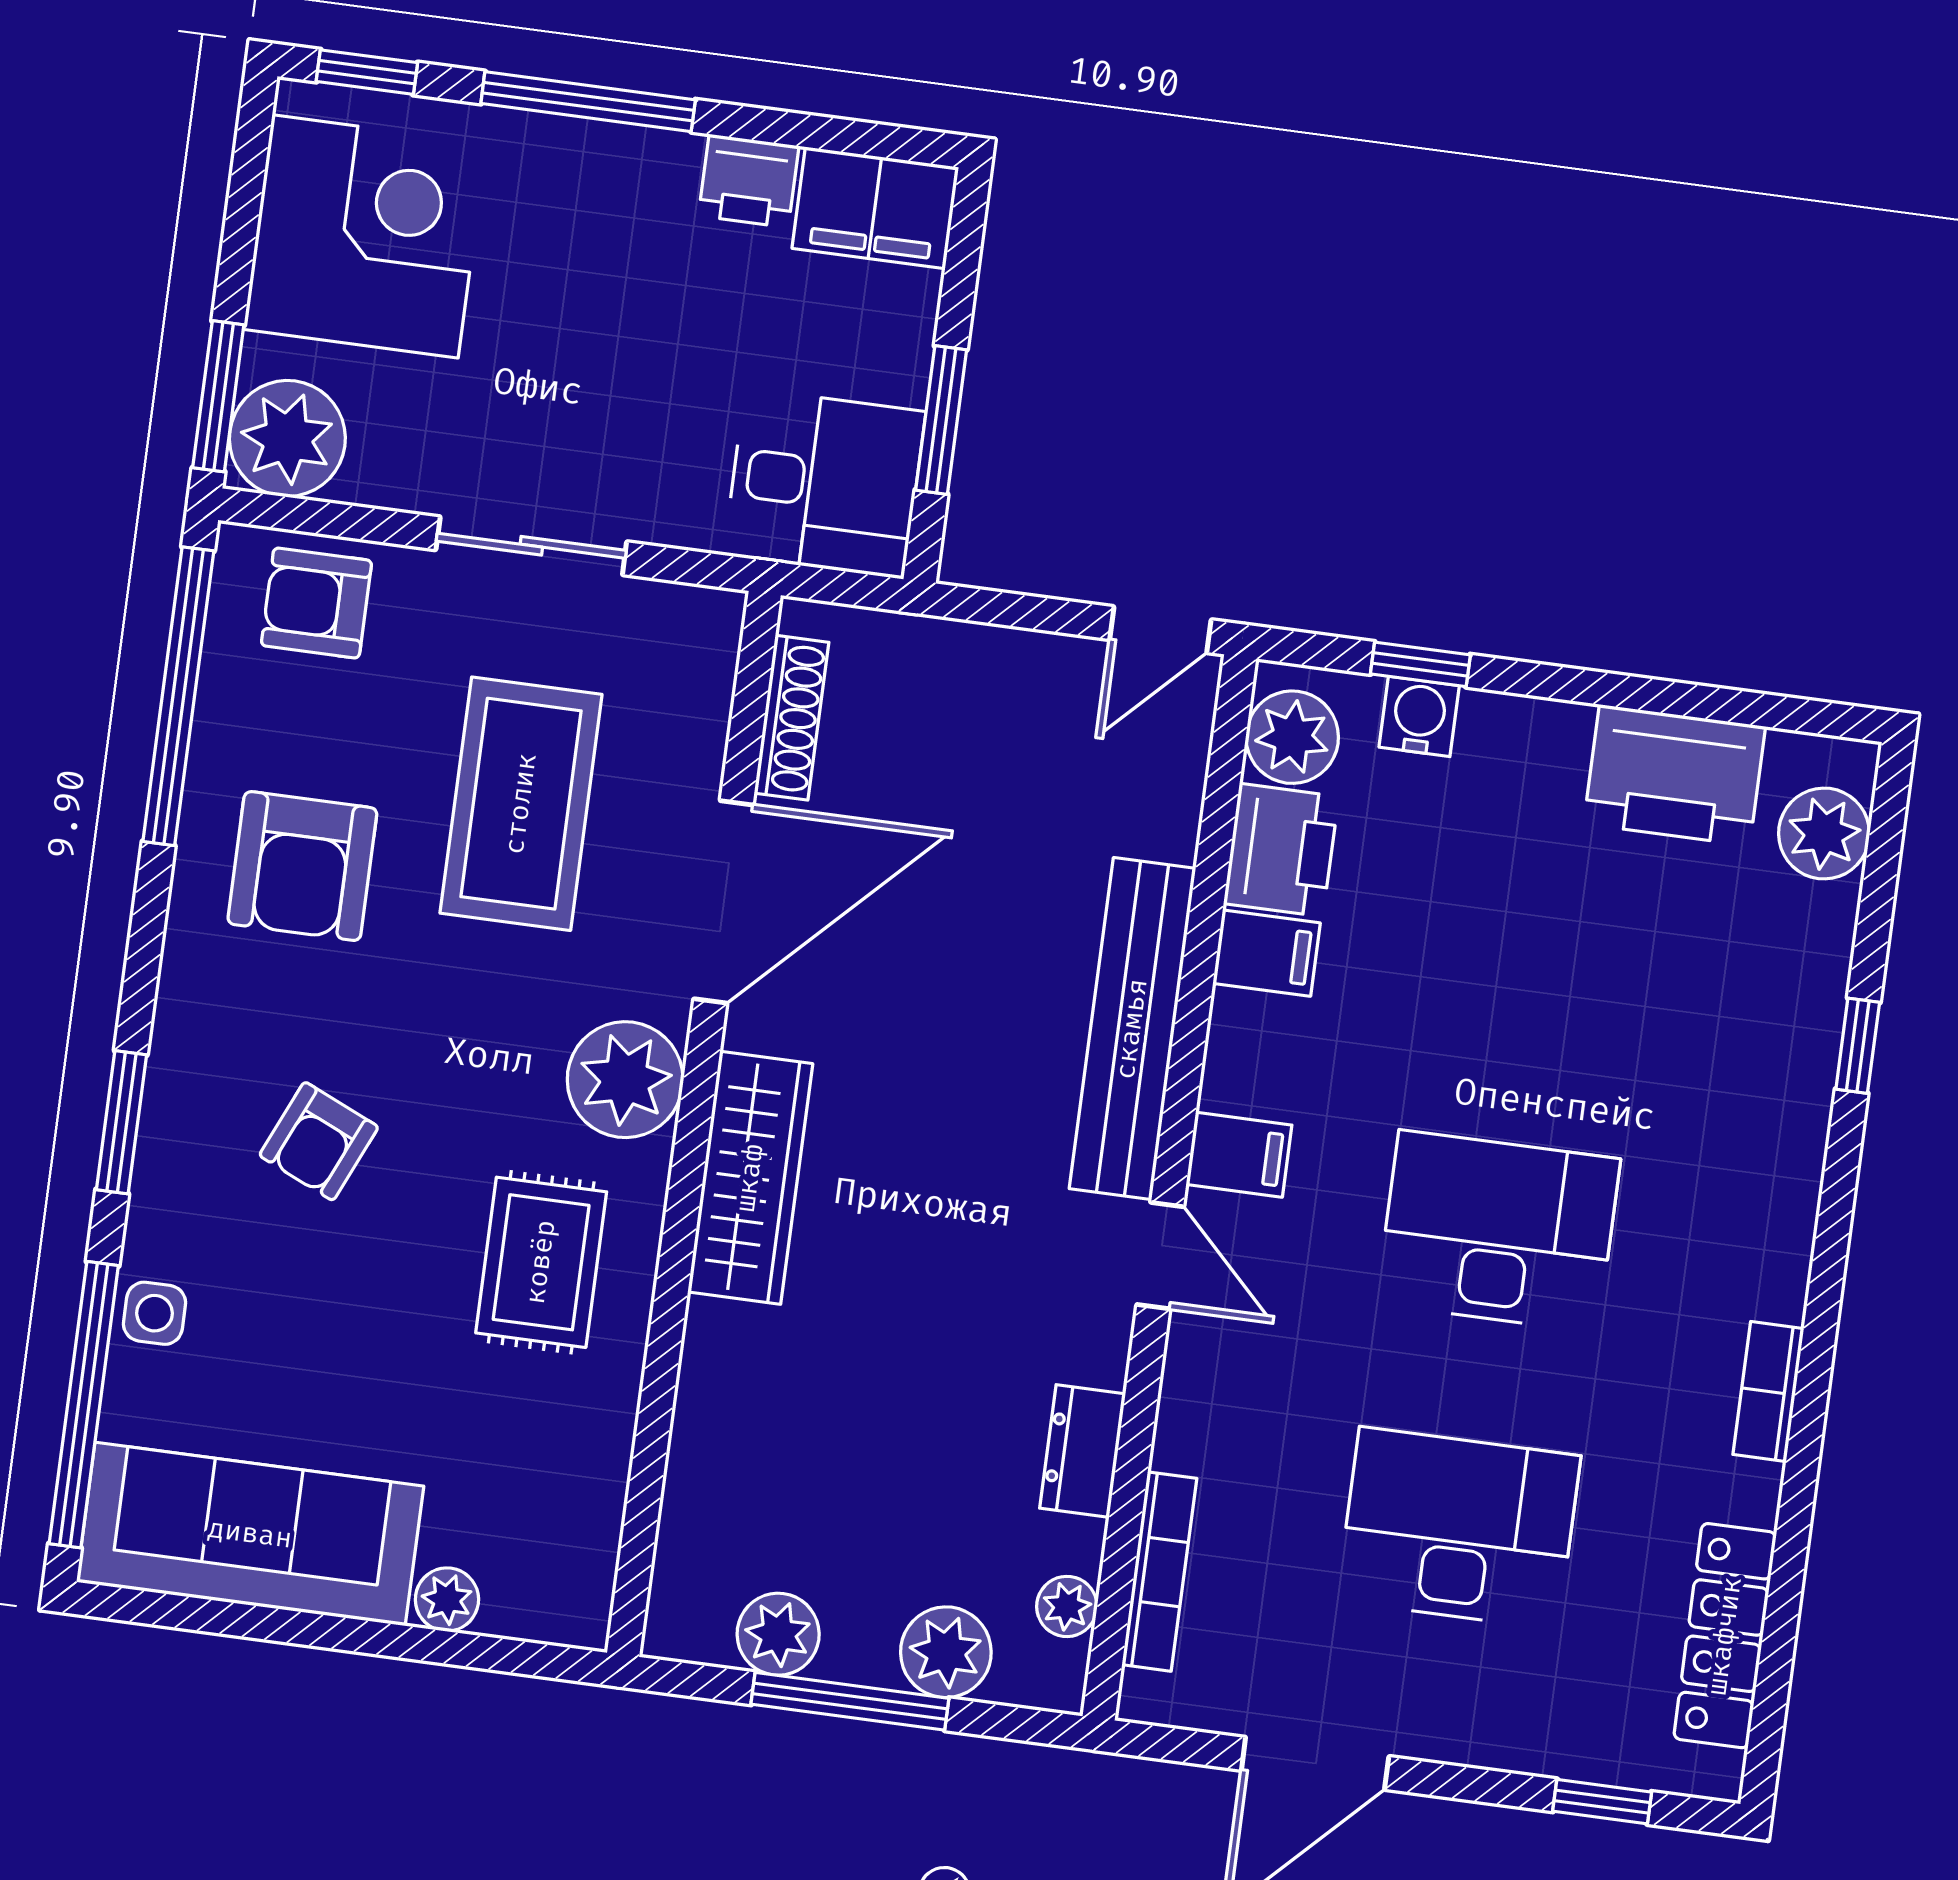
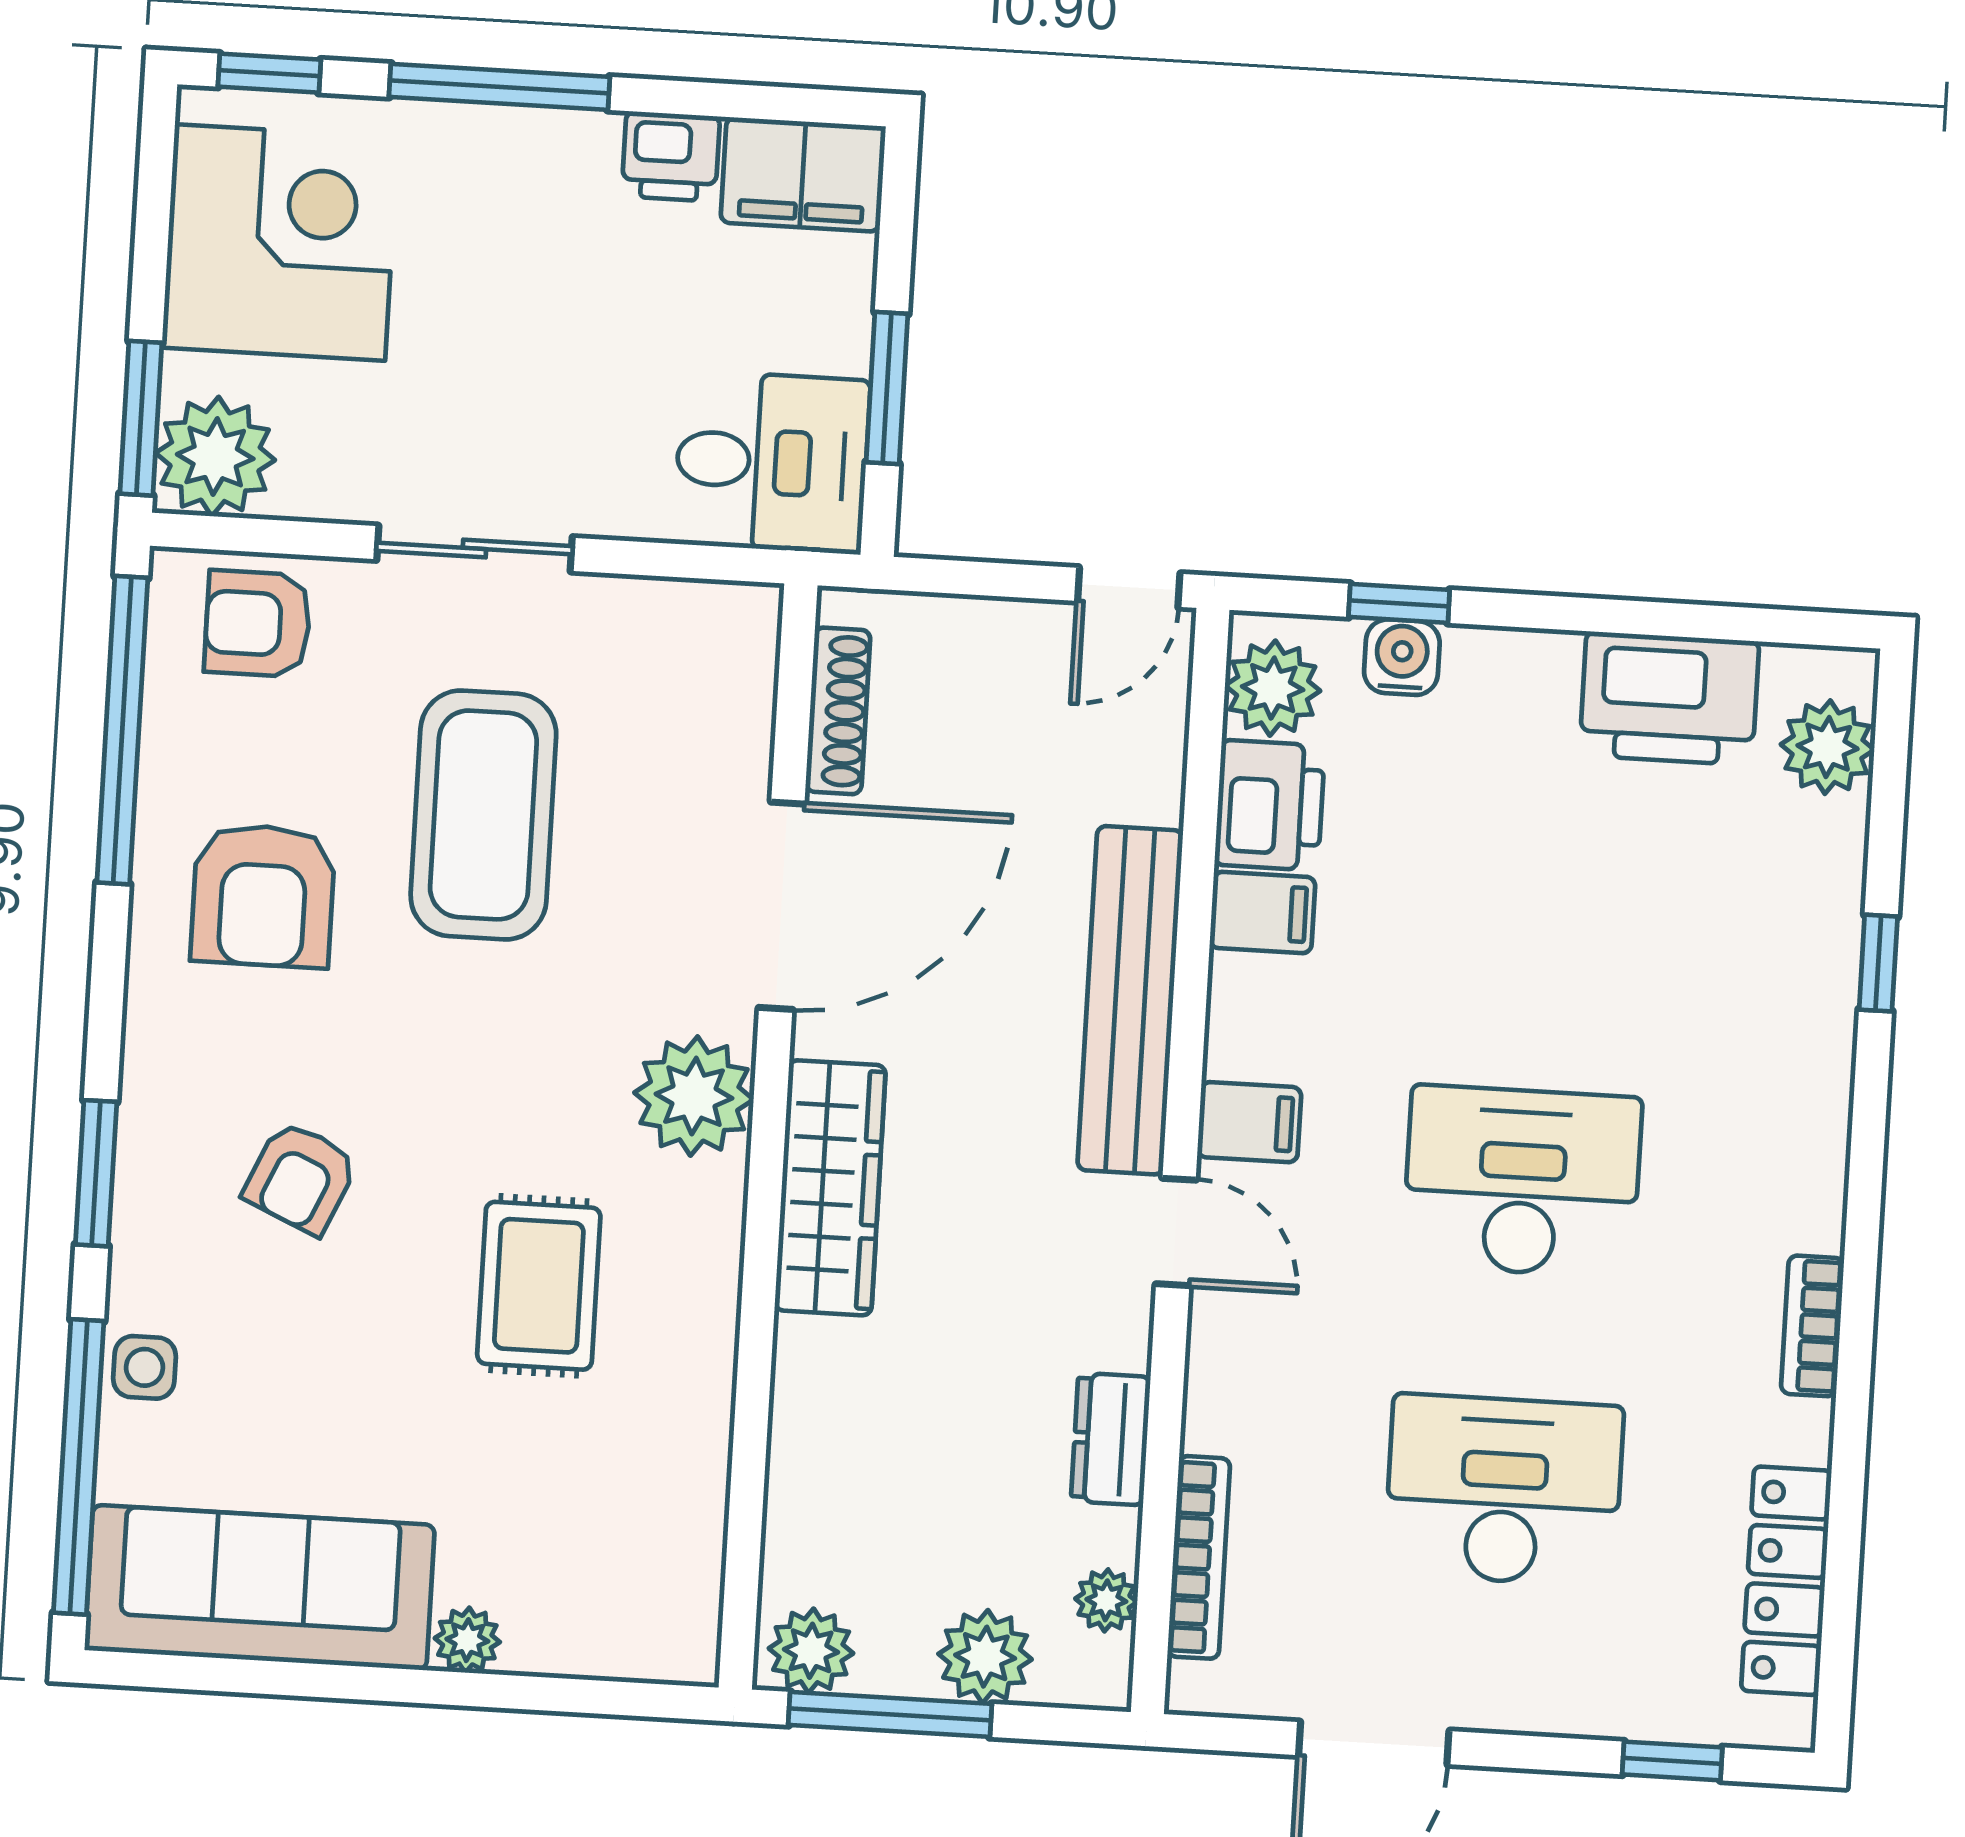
shoe rack: (792, 718) -> (838, 711), moved
door: (724, 902) -> (782, 906), moved
plant: (625, 1080) -> (694, 1096), moved
wall: (694, 1124) -> (768, 1137), moved
wardrobe: (750, 1178) -> (830, 1188), moved

